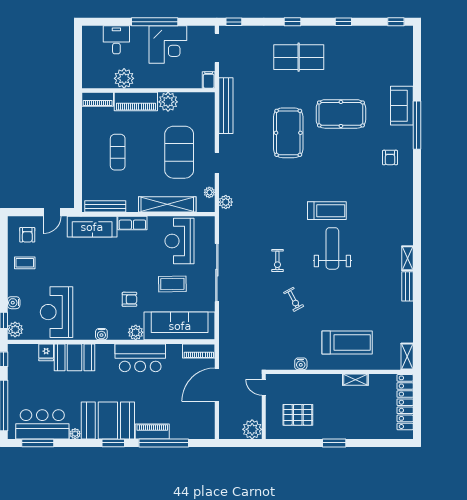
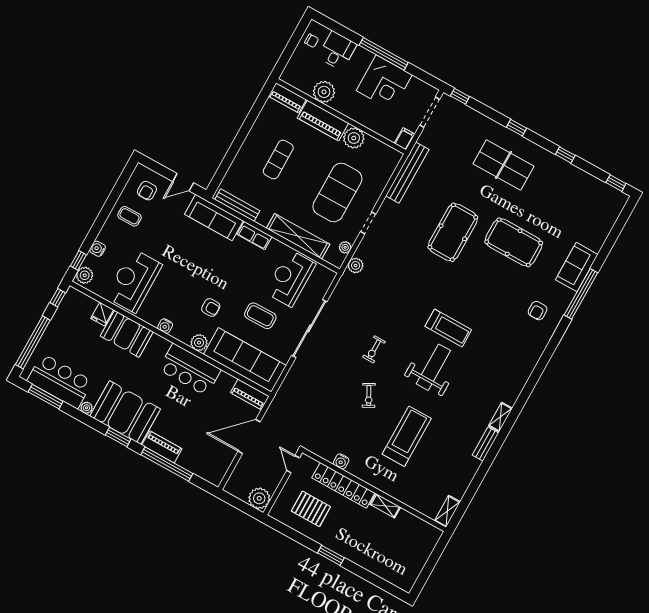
chair: (92, 43) -> (312, 41), added
treadmill: (347, 343) -> (407, 436), moved, turned -90
locker: (405, 402) -> (343, 485), moved, turned -90

